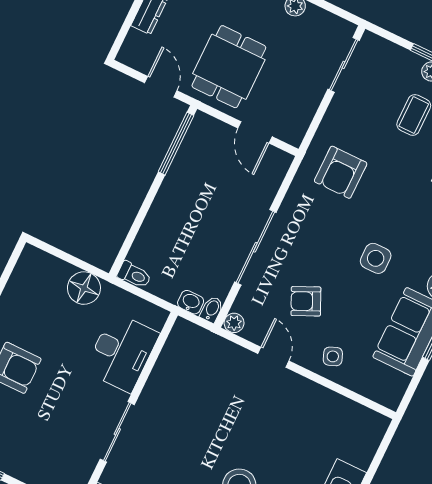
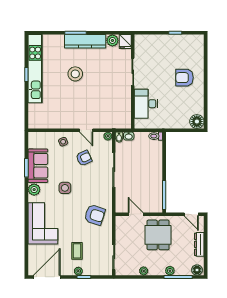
door: (161, 87) -> (191, 214), moved
armchair: (341, 172) -> (95, 215), turned 108
floor lamp: (84, 288) -> (197, 122), moved

